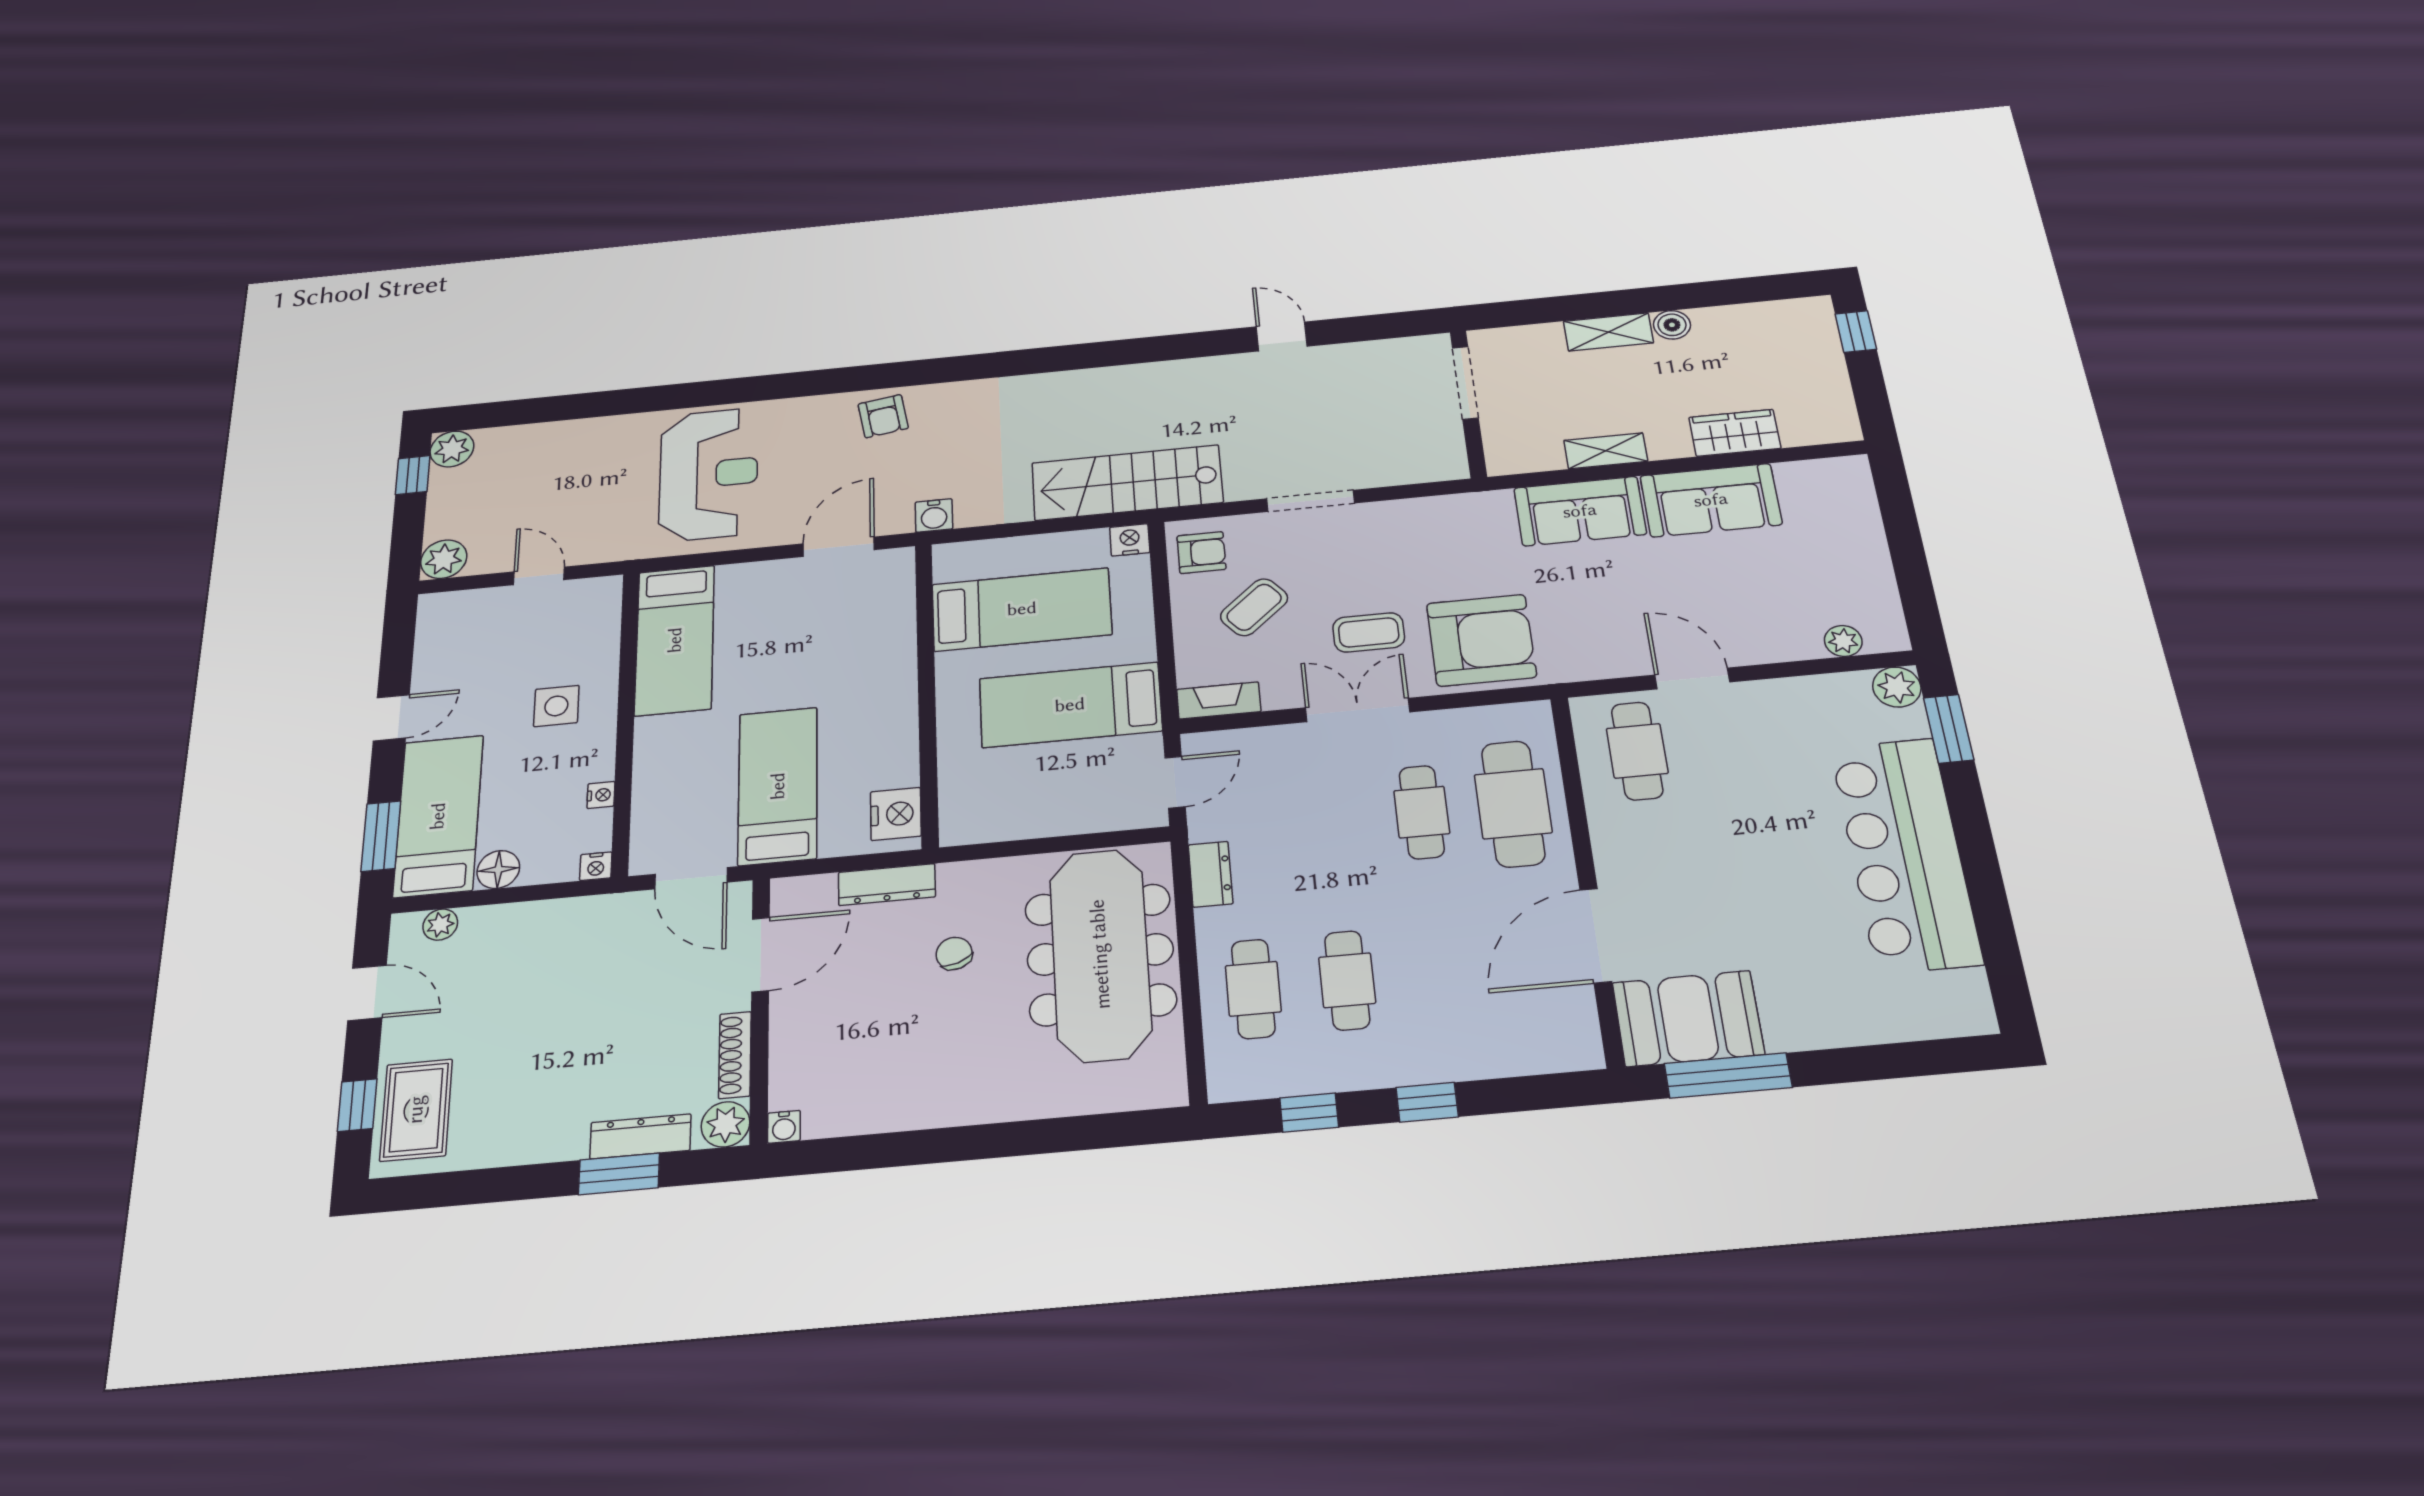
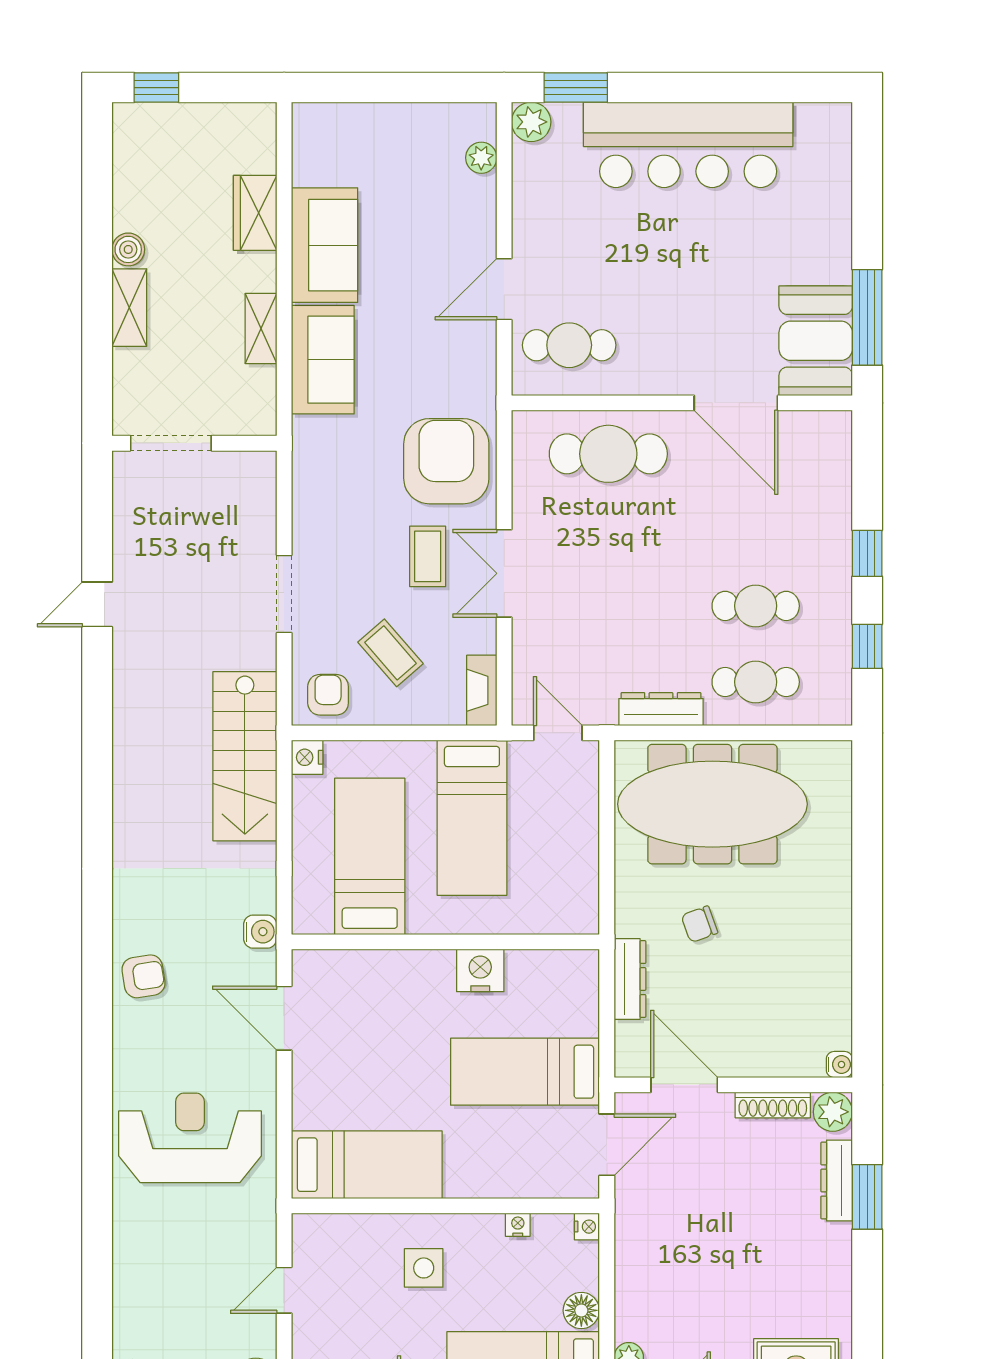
cafe table: (1422, 812) -> (608, 530), removed
nightstand: (896, 814) -> (480, 970), moved
dresser: (1211, 874) -> (661, 709), width x1.44

